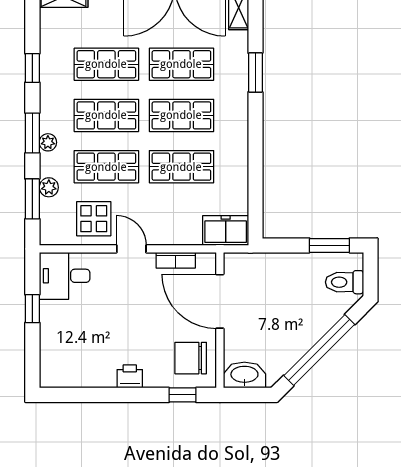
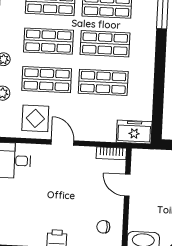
bookcase: (176, 260) -> (111, 153), moved
door: (220, 301) -> (127, 185), width x0.53
chair: (191, 358) -> (103, 227), width x0.54, depth x0.54

